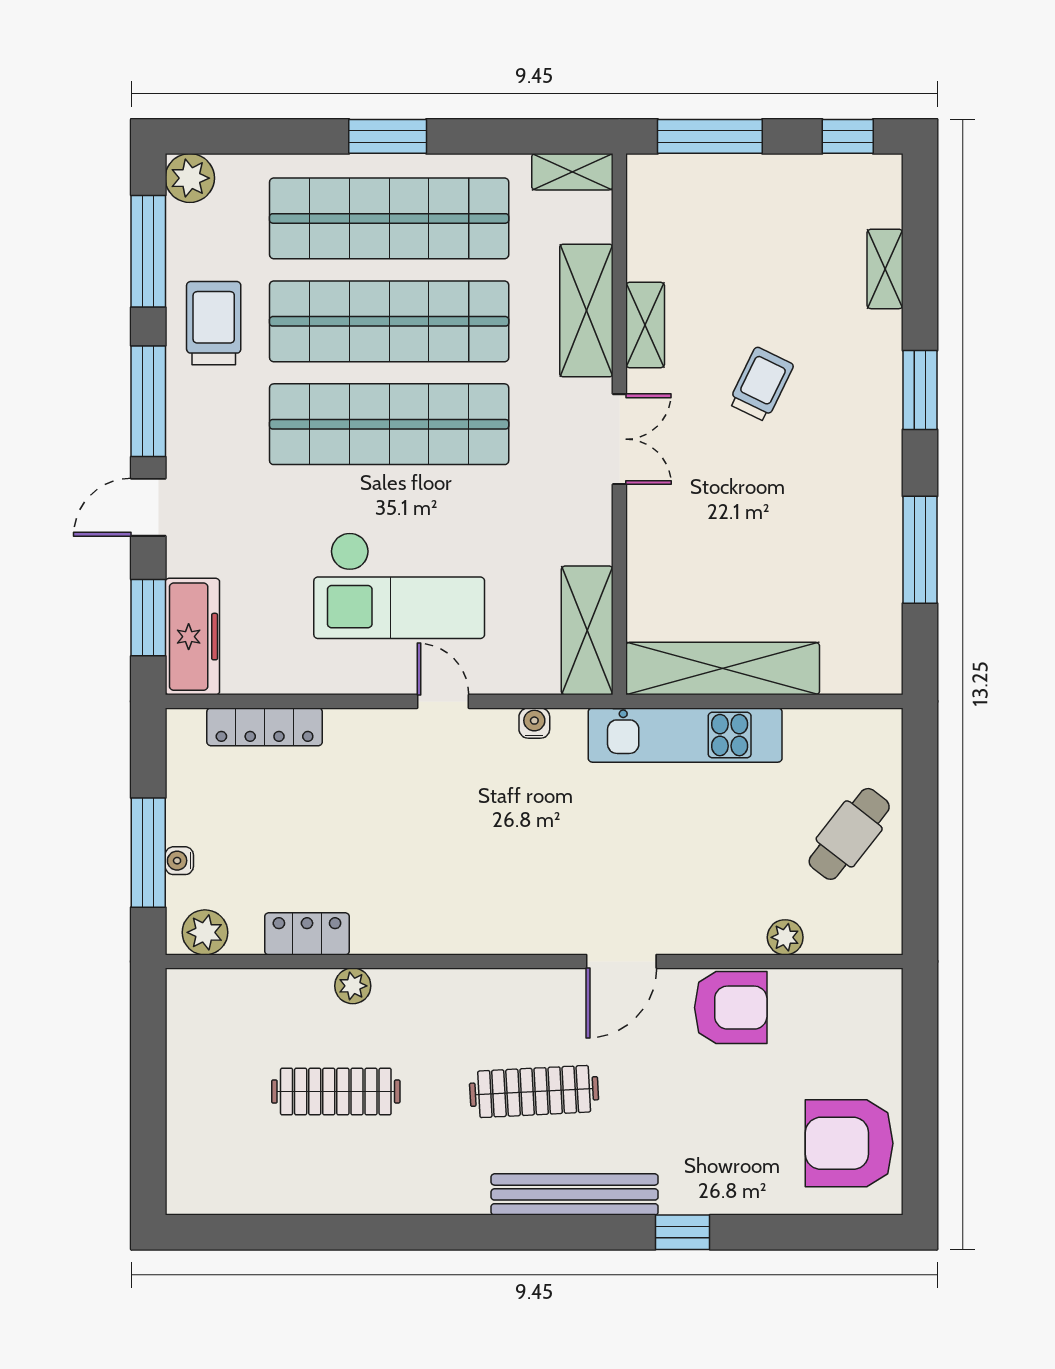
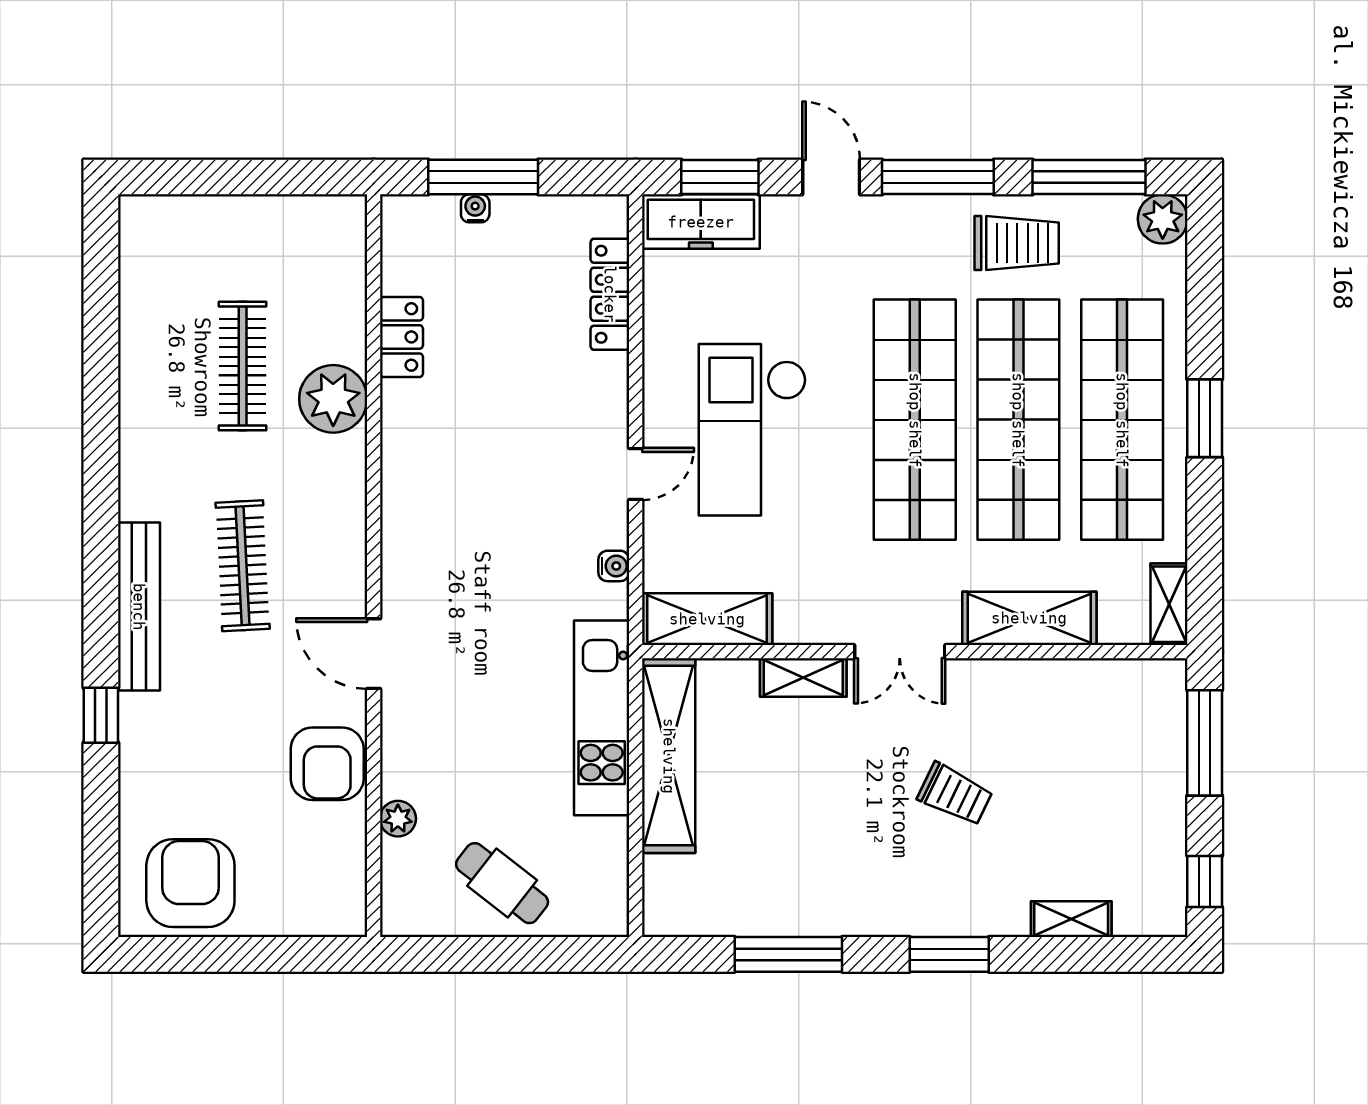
shelving: (645, 325) -> (803, 677), moved
plant: (205, 932) -> (403, 234), removed
plant: (353, 986) -> (333, 399), width x1.87, depth x1.87

